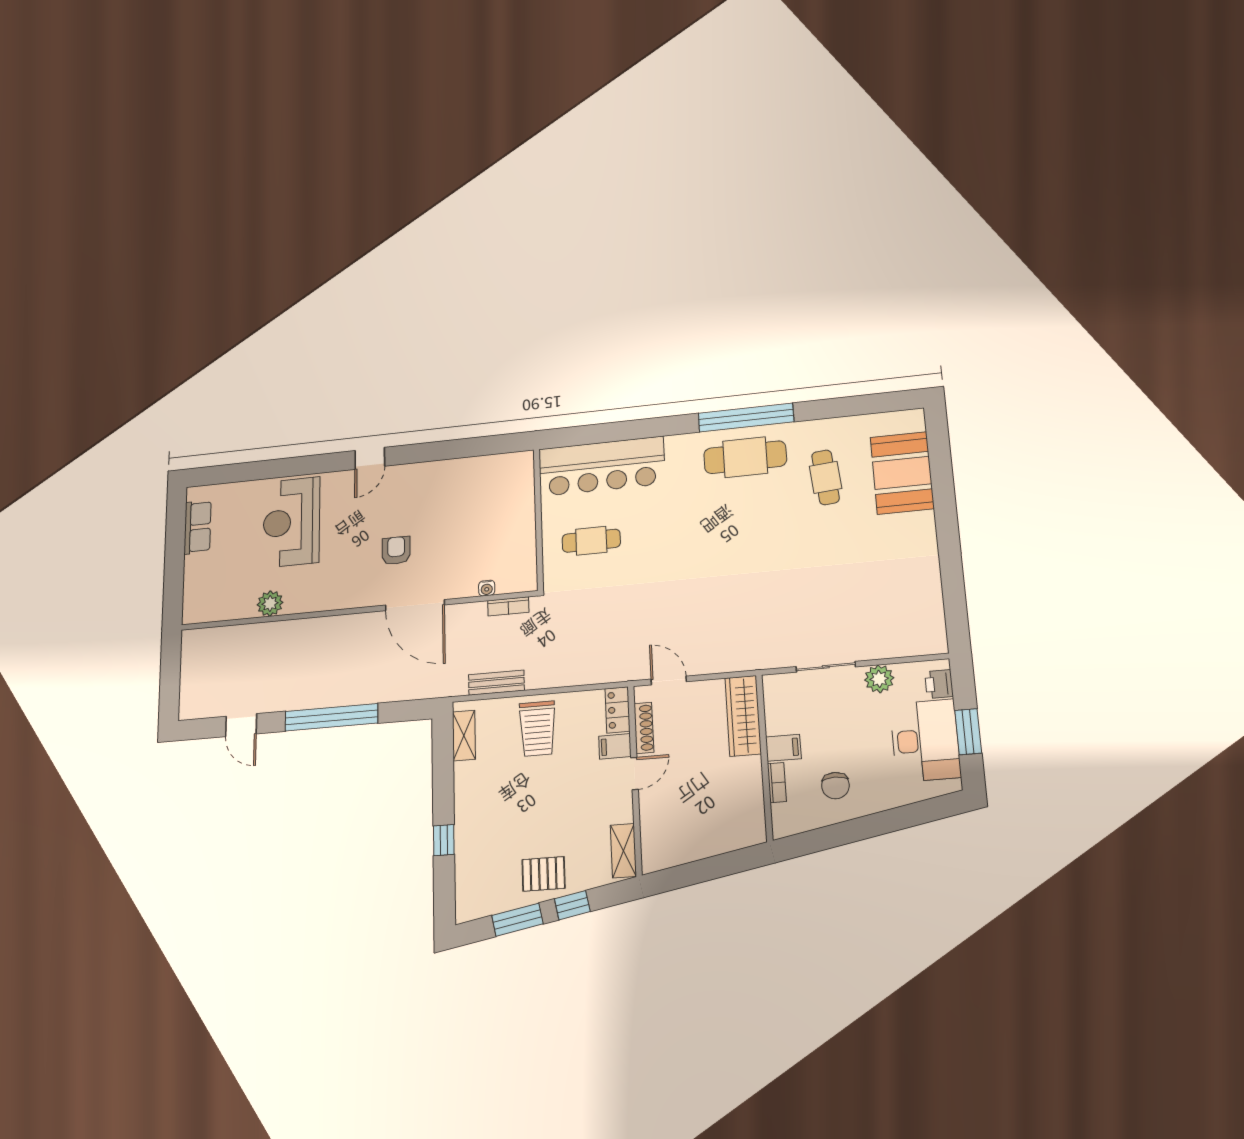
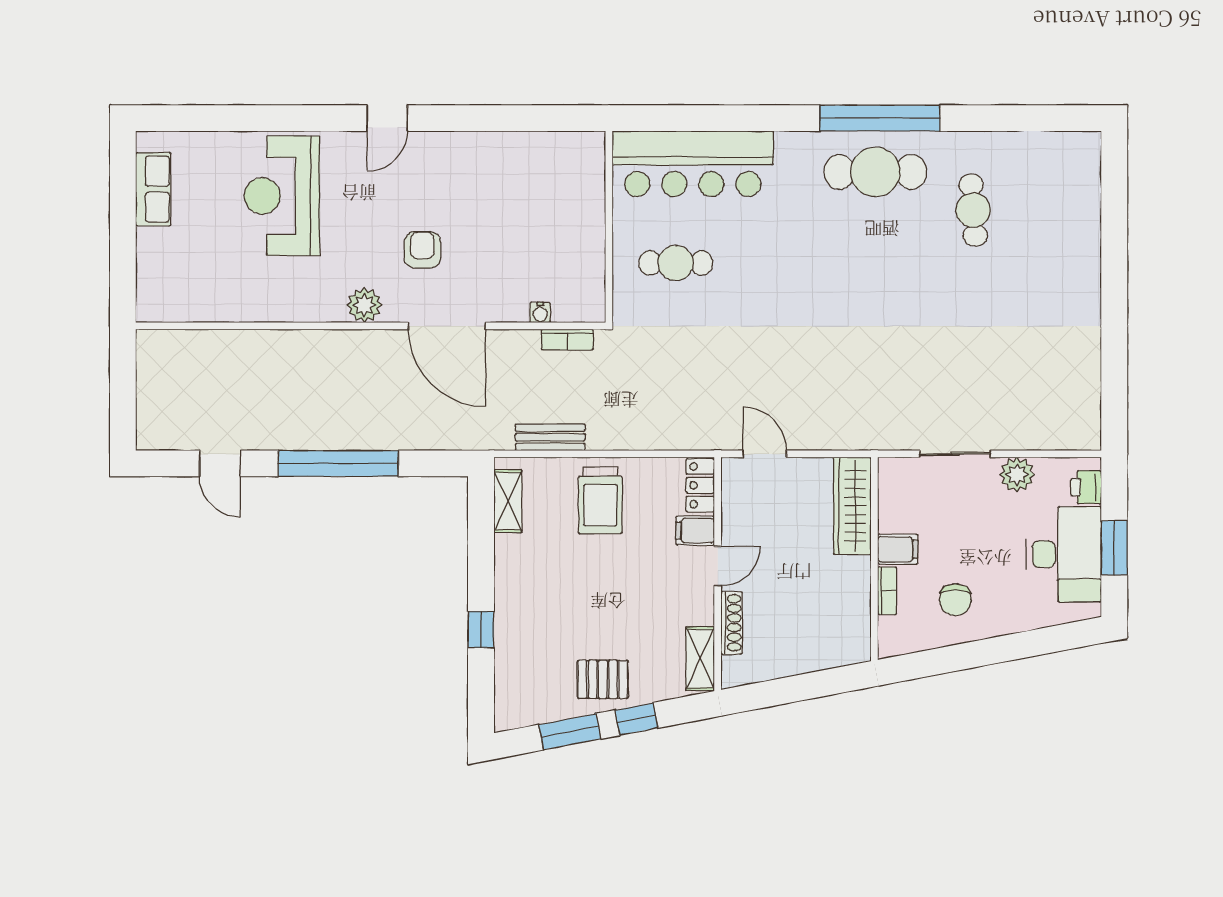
booth: (902, 473) -> (1067, 215), removed
plant: (270, 604) -> (364, 305), moved
shoe rack: (644, 728) -> (732, 623), moved

